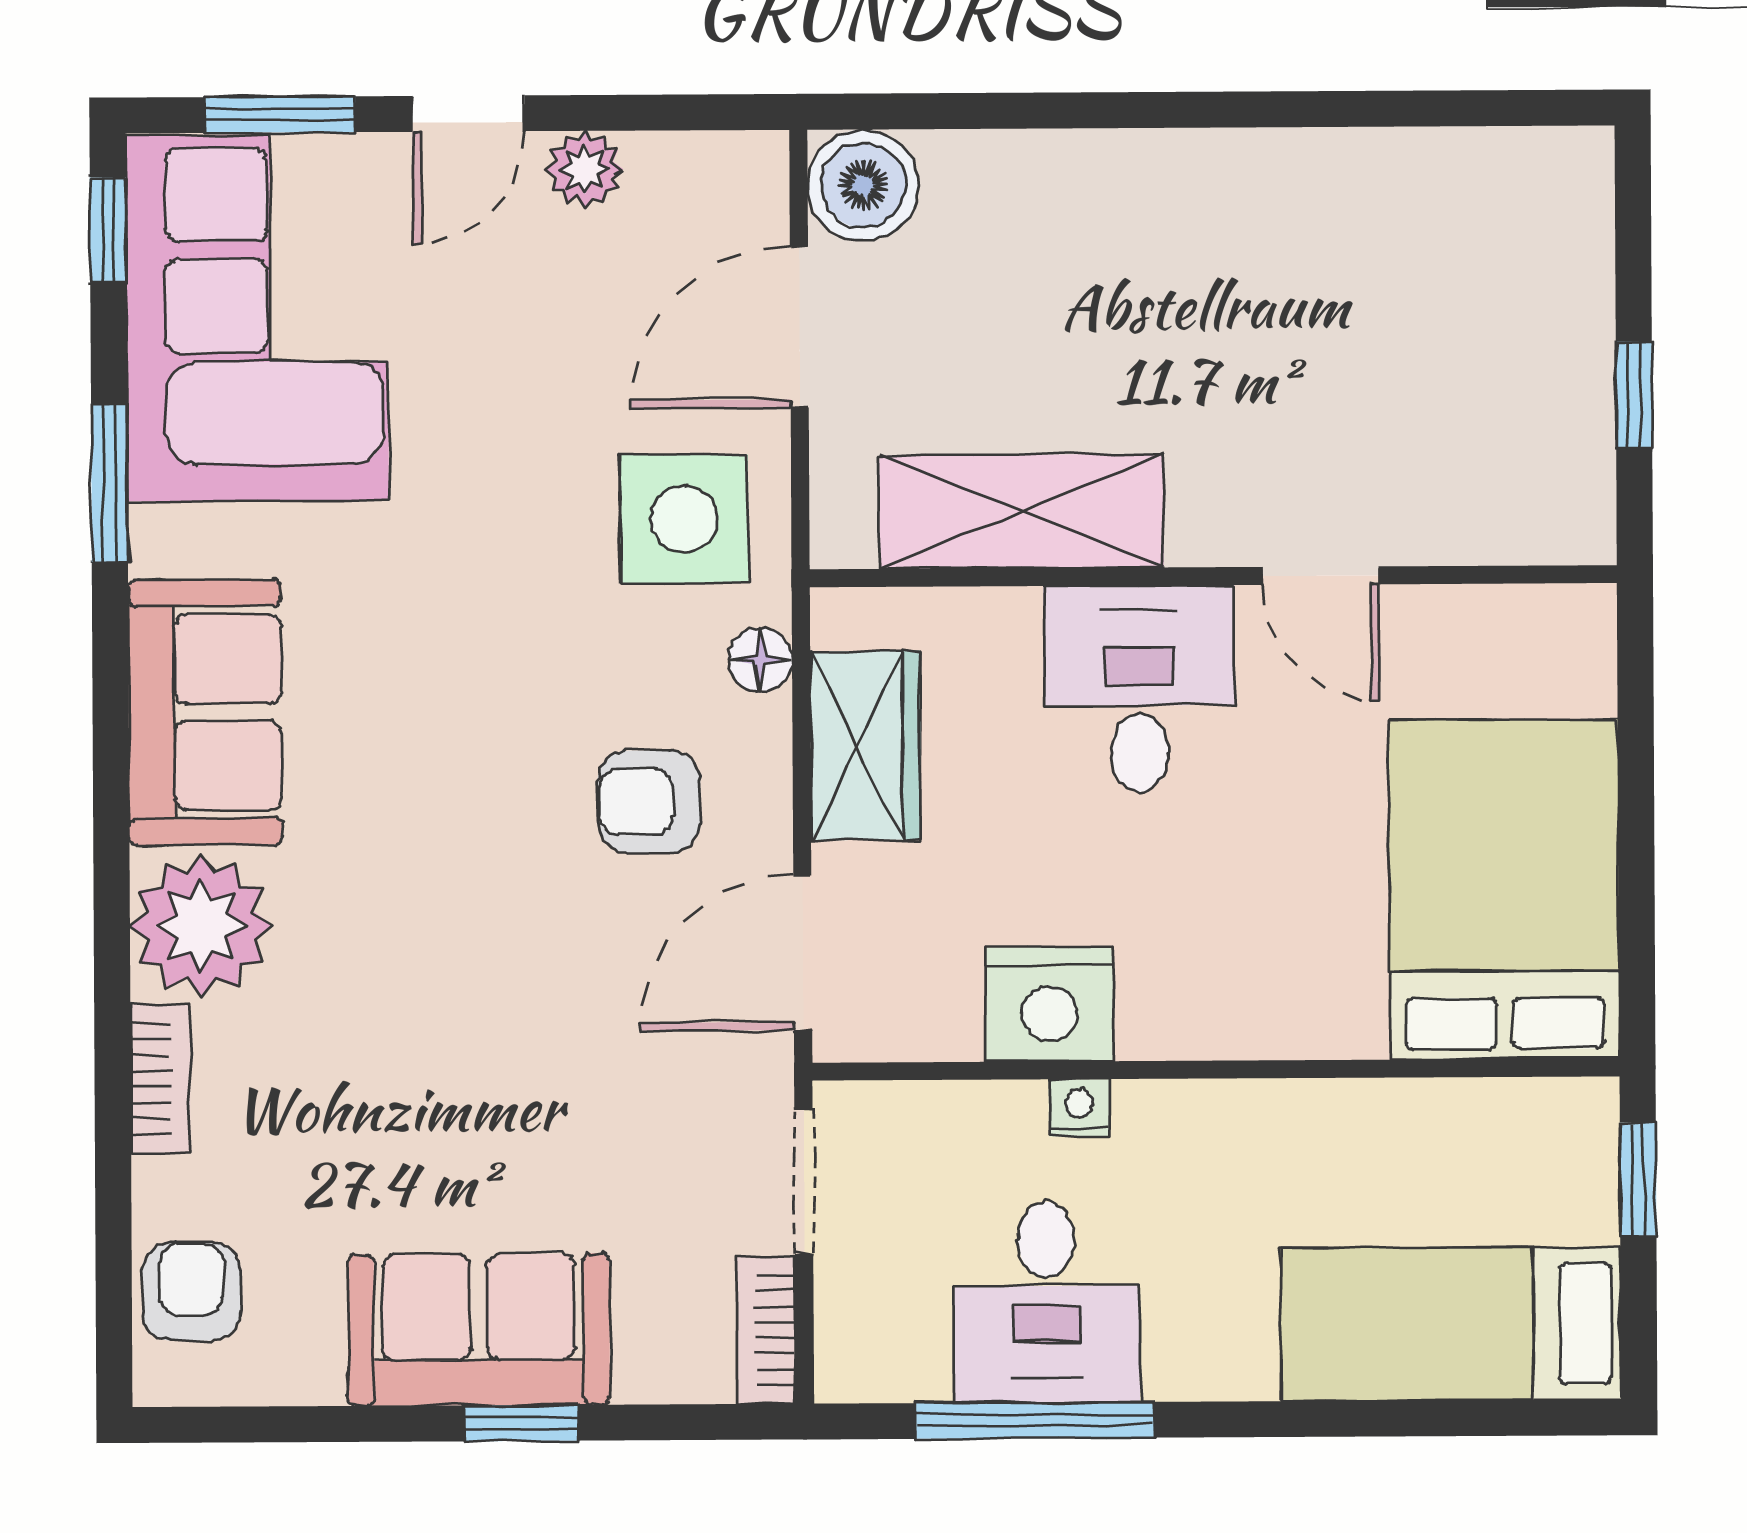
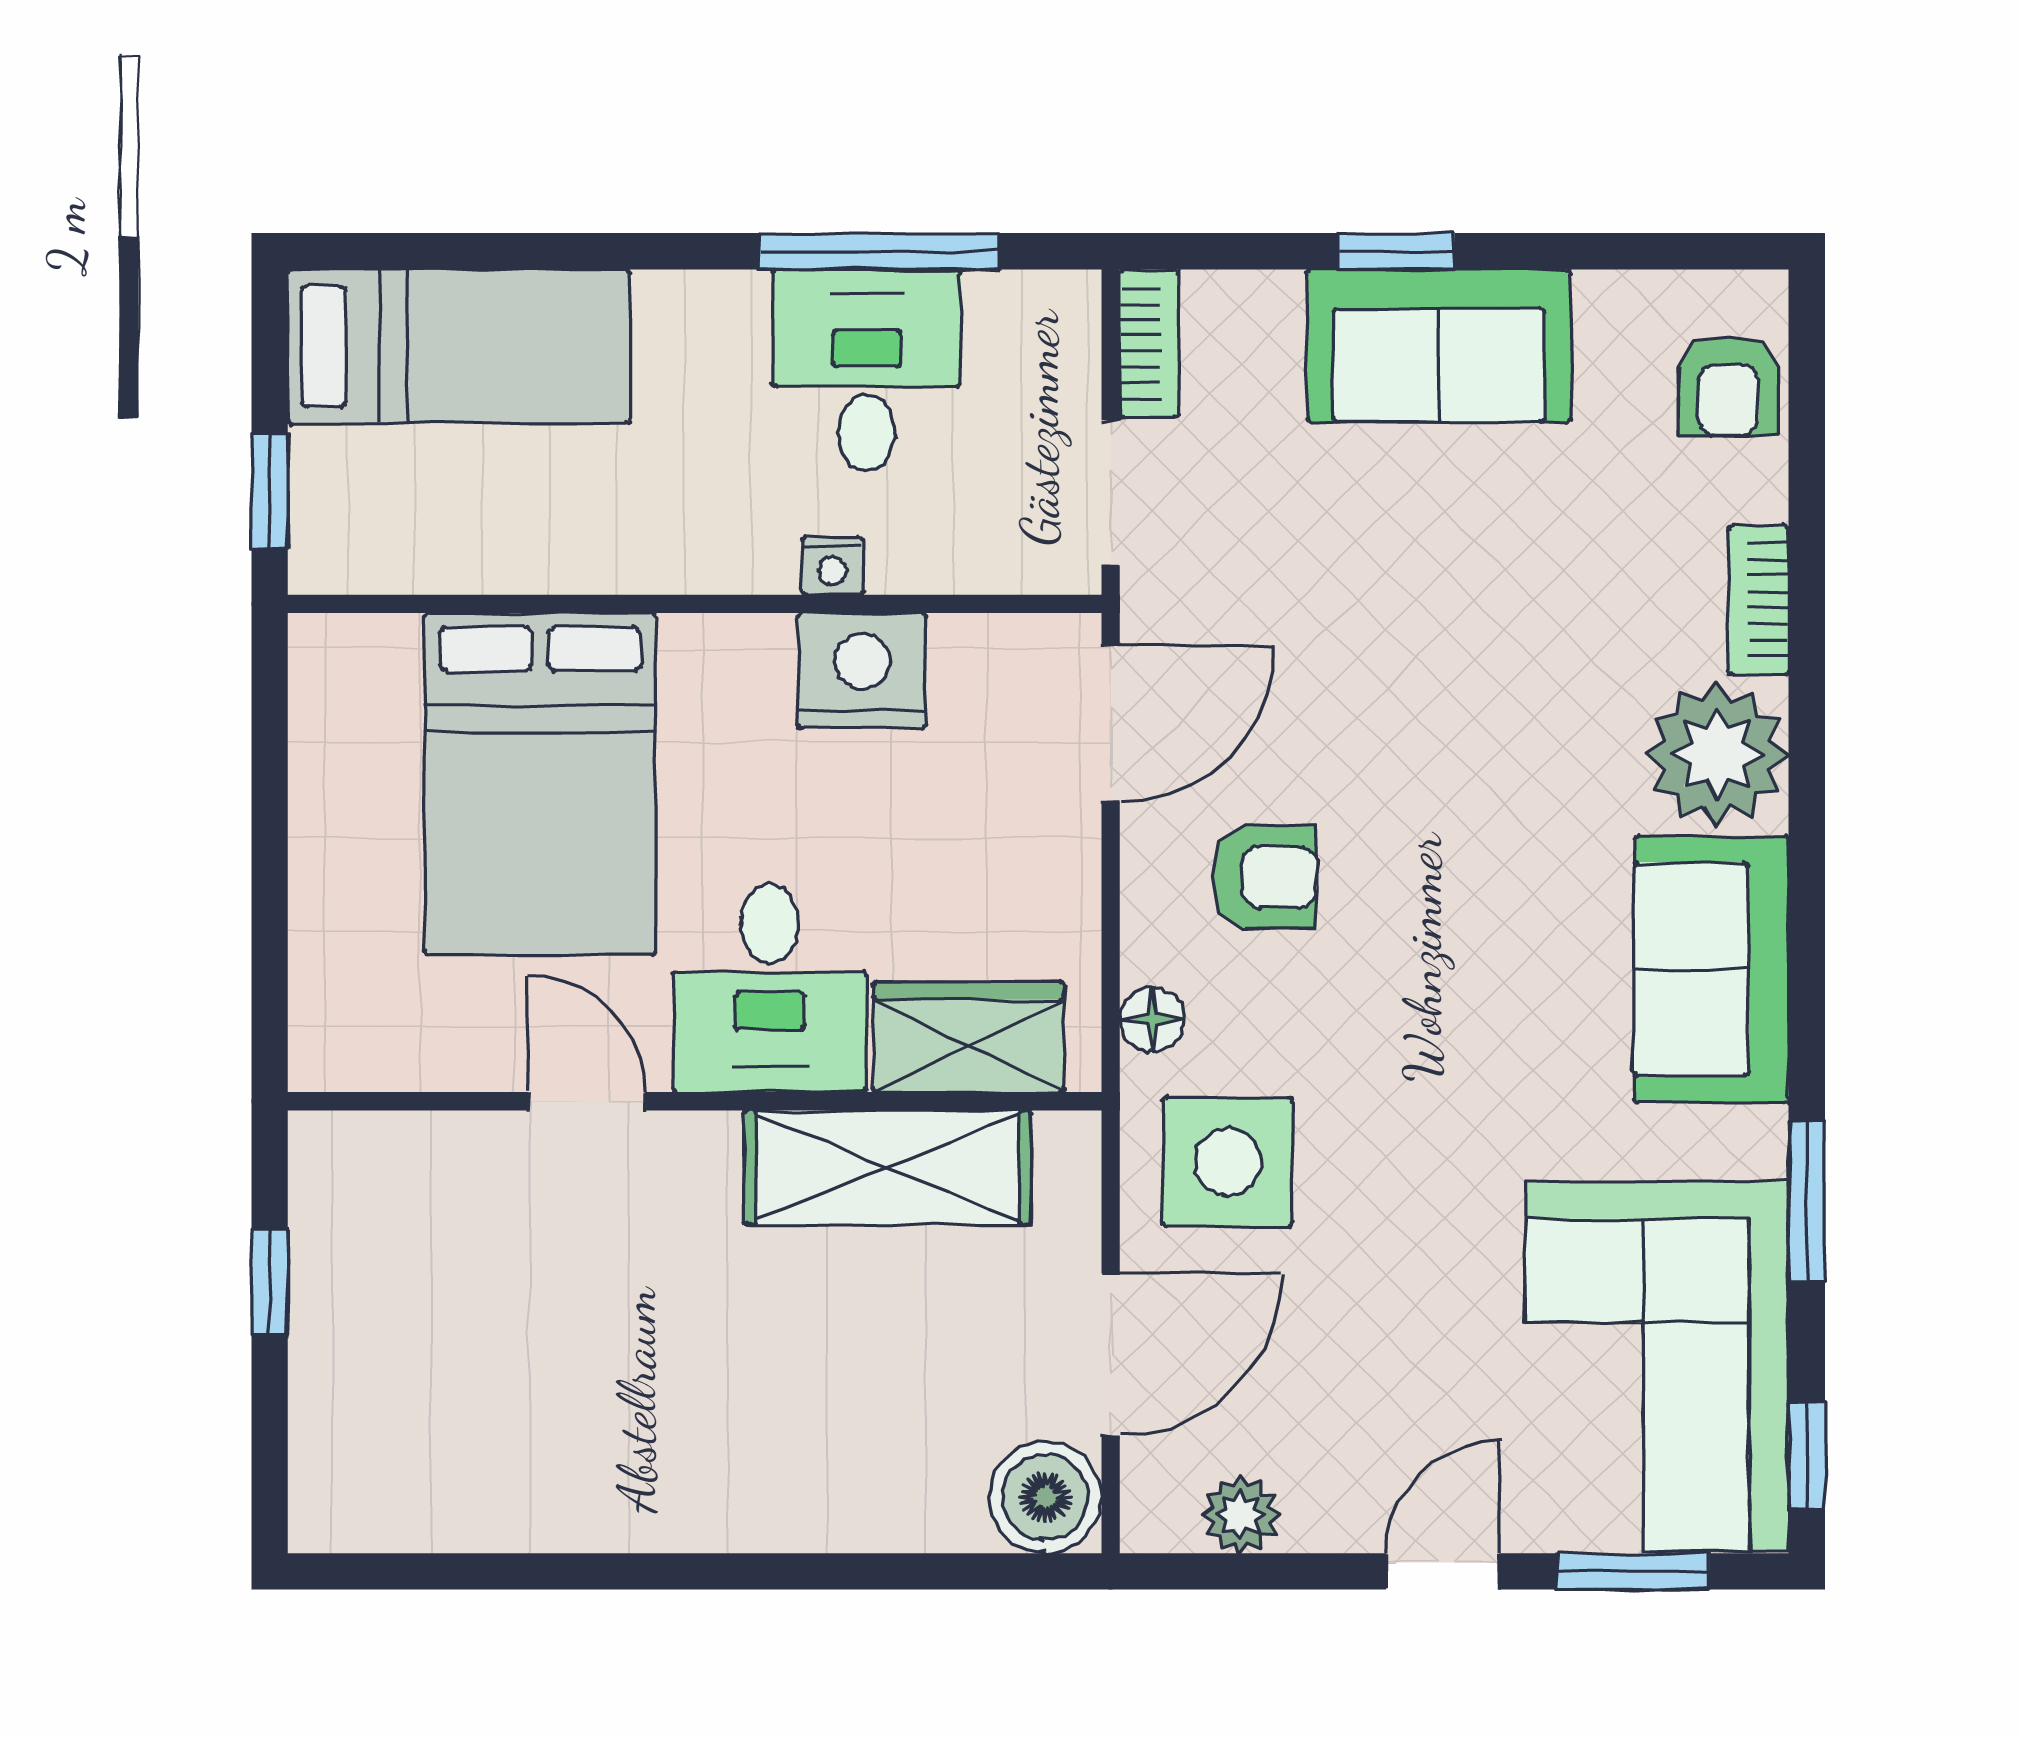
plant: (585, 169) -> (1241, 1515), moved
wardrobe: (865, 745) -> (969, 1037), moved, turned 90
bed: (1504, 889) -> (540, 784), moved

